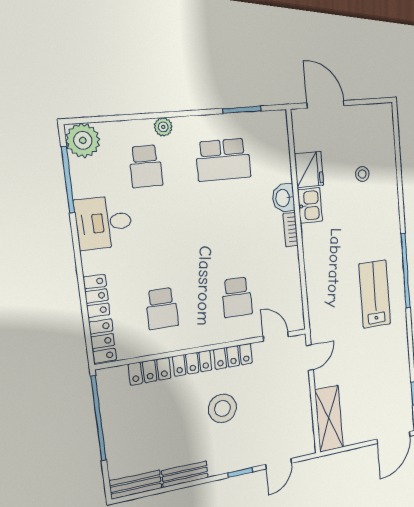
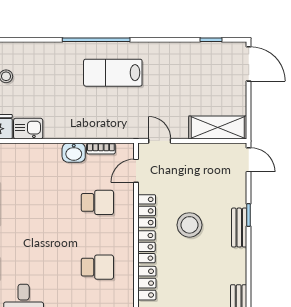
washbasin: (283, 198) -> (74, 153), moved
bookcase: (291, 230) -> (101, 149), moved
door: (279, 464) -> (249, 160), moved
bench: (185, 474) -> (239, 228), moved

